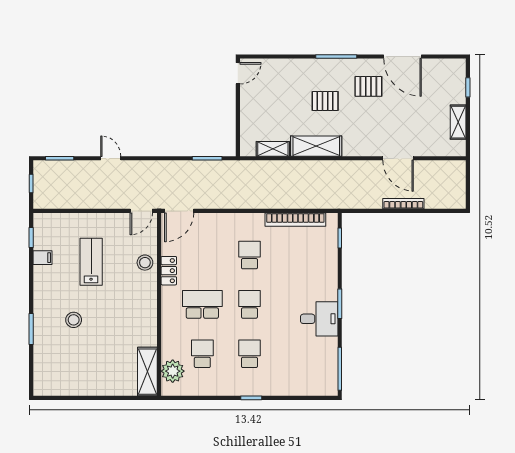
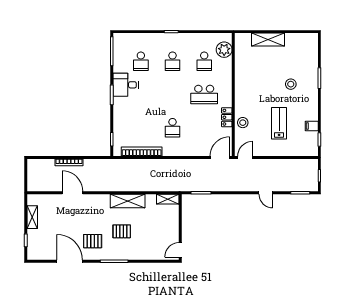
shelving: (273, 149) -> (168, 199), moved
lab bench: (91, 262) -> (279, 123), turned 180
school desk: (249, 304) -> (141, 61), moved
shelving: (147, 372) -> (268, 39), moved, turned 90

